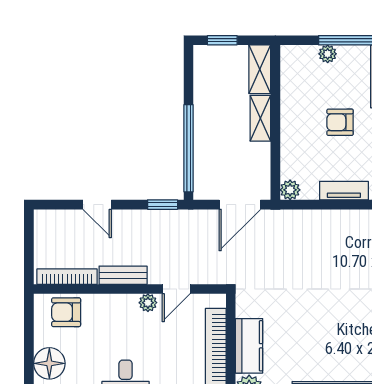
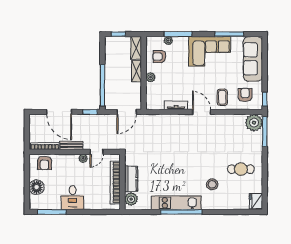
armchair: (340, 122) -> (159, 57), moved
plant: (290, 190) -> (151, 77), moved
door: (97, 205) -> (59, 112), width x1.88
armchair: (66, 312) -> (44, 163), turned -90

